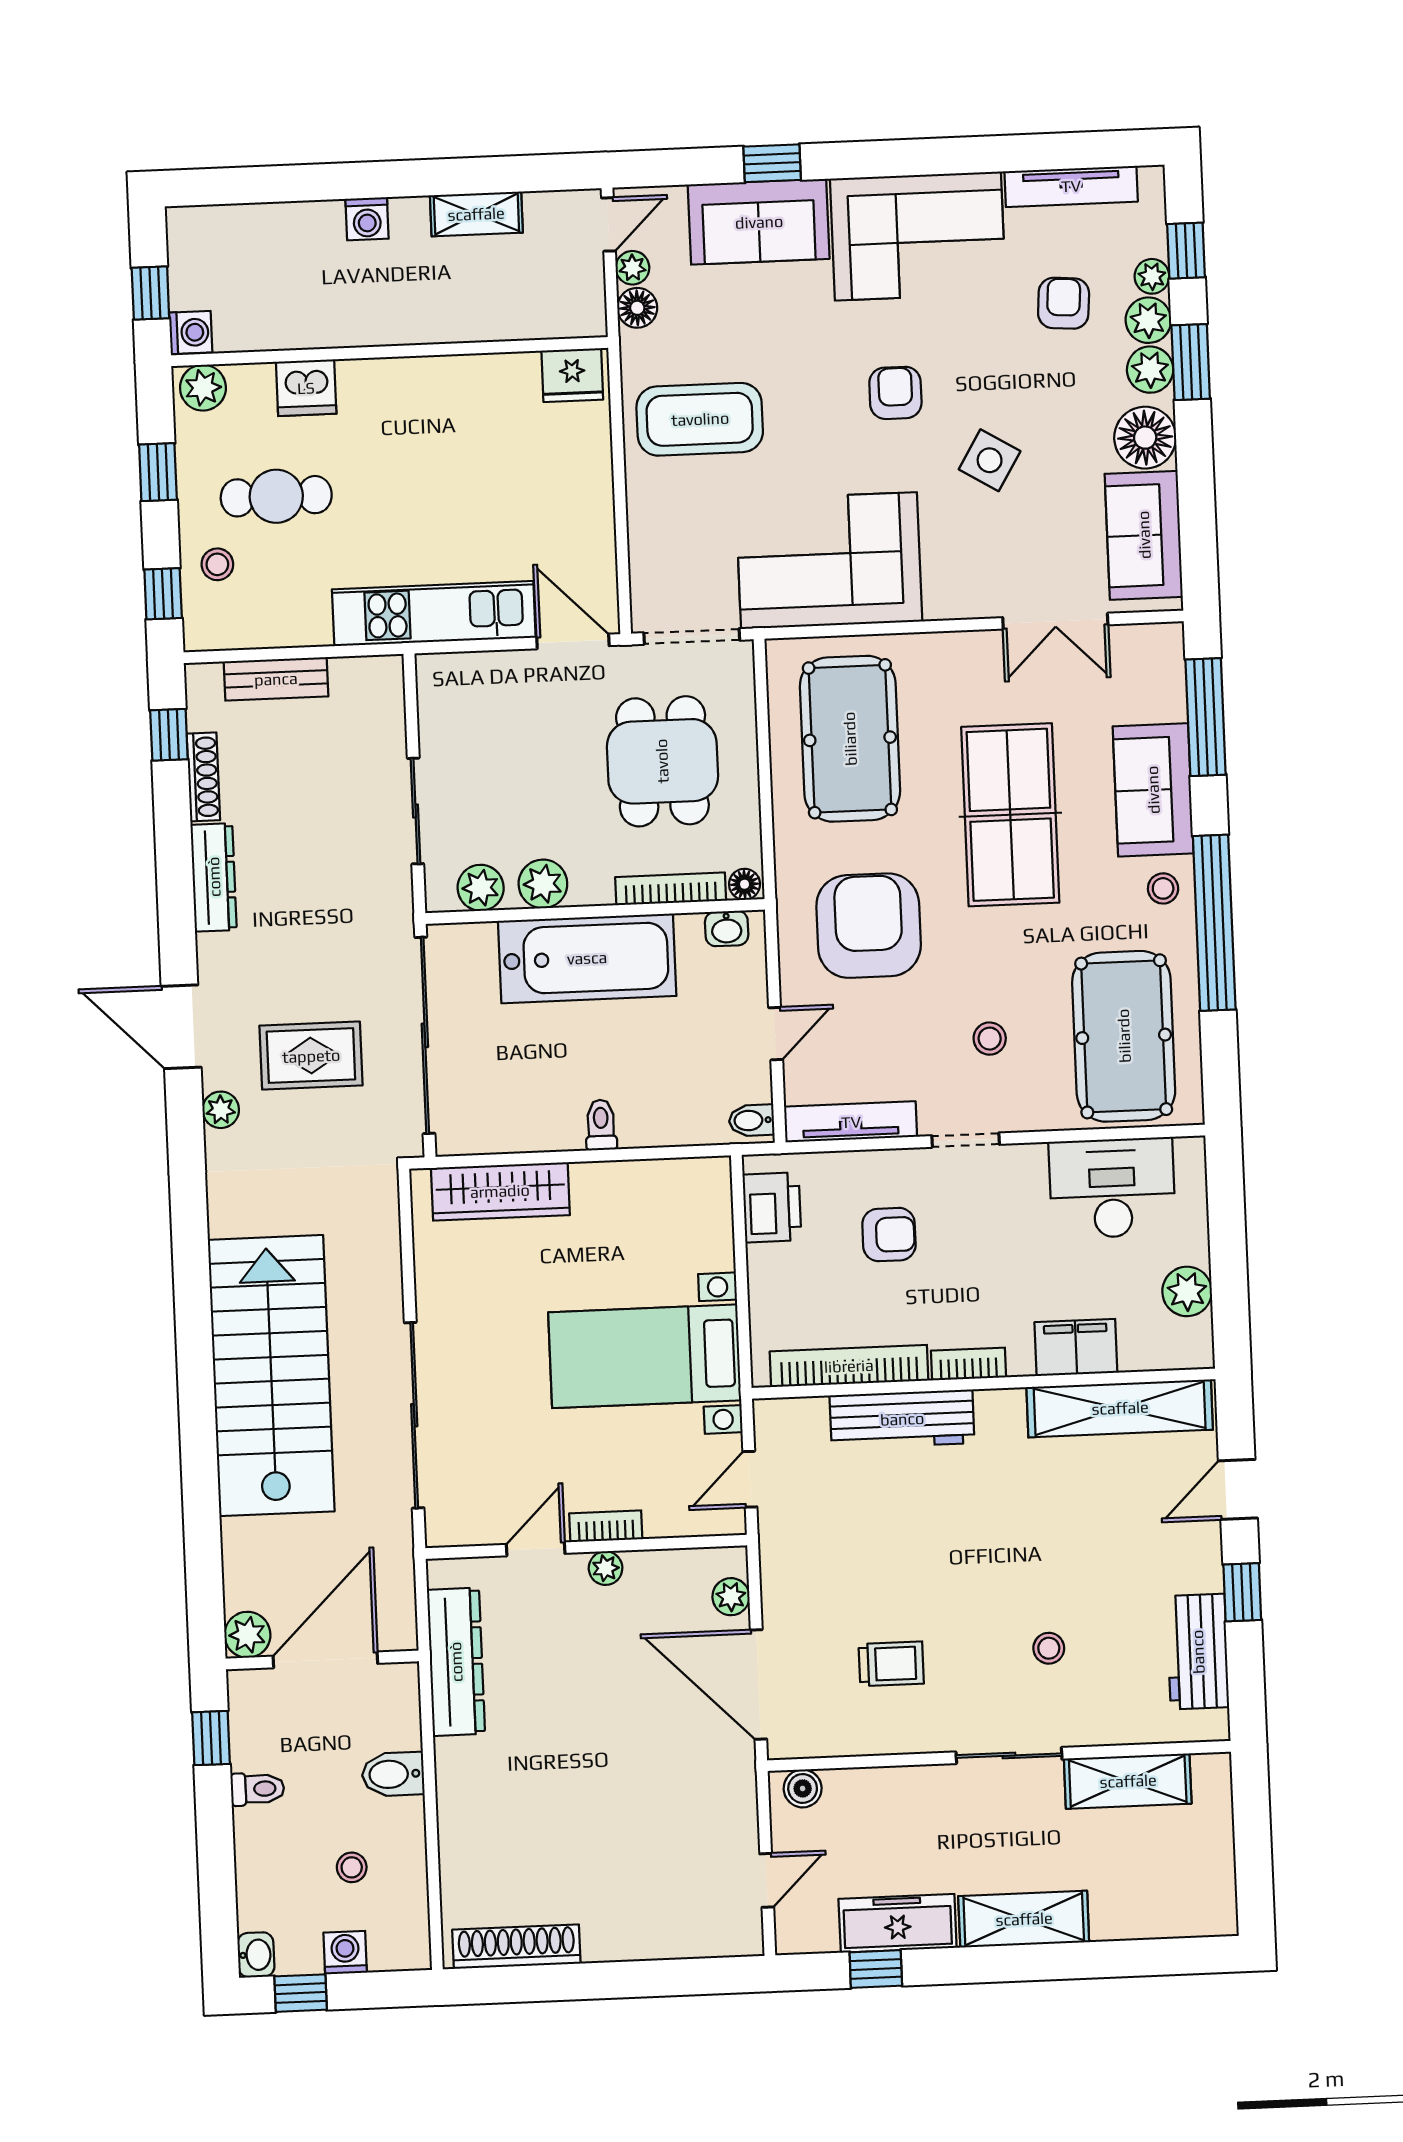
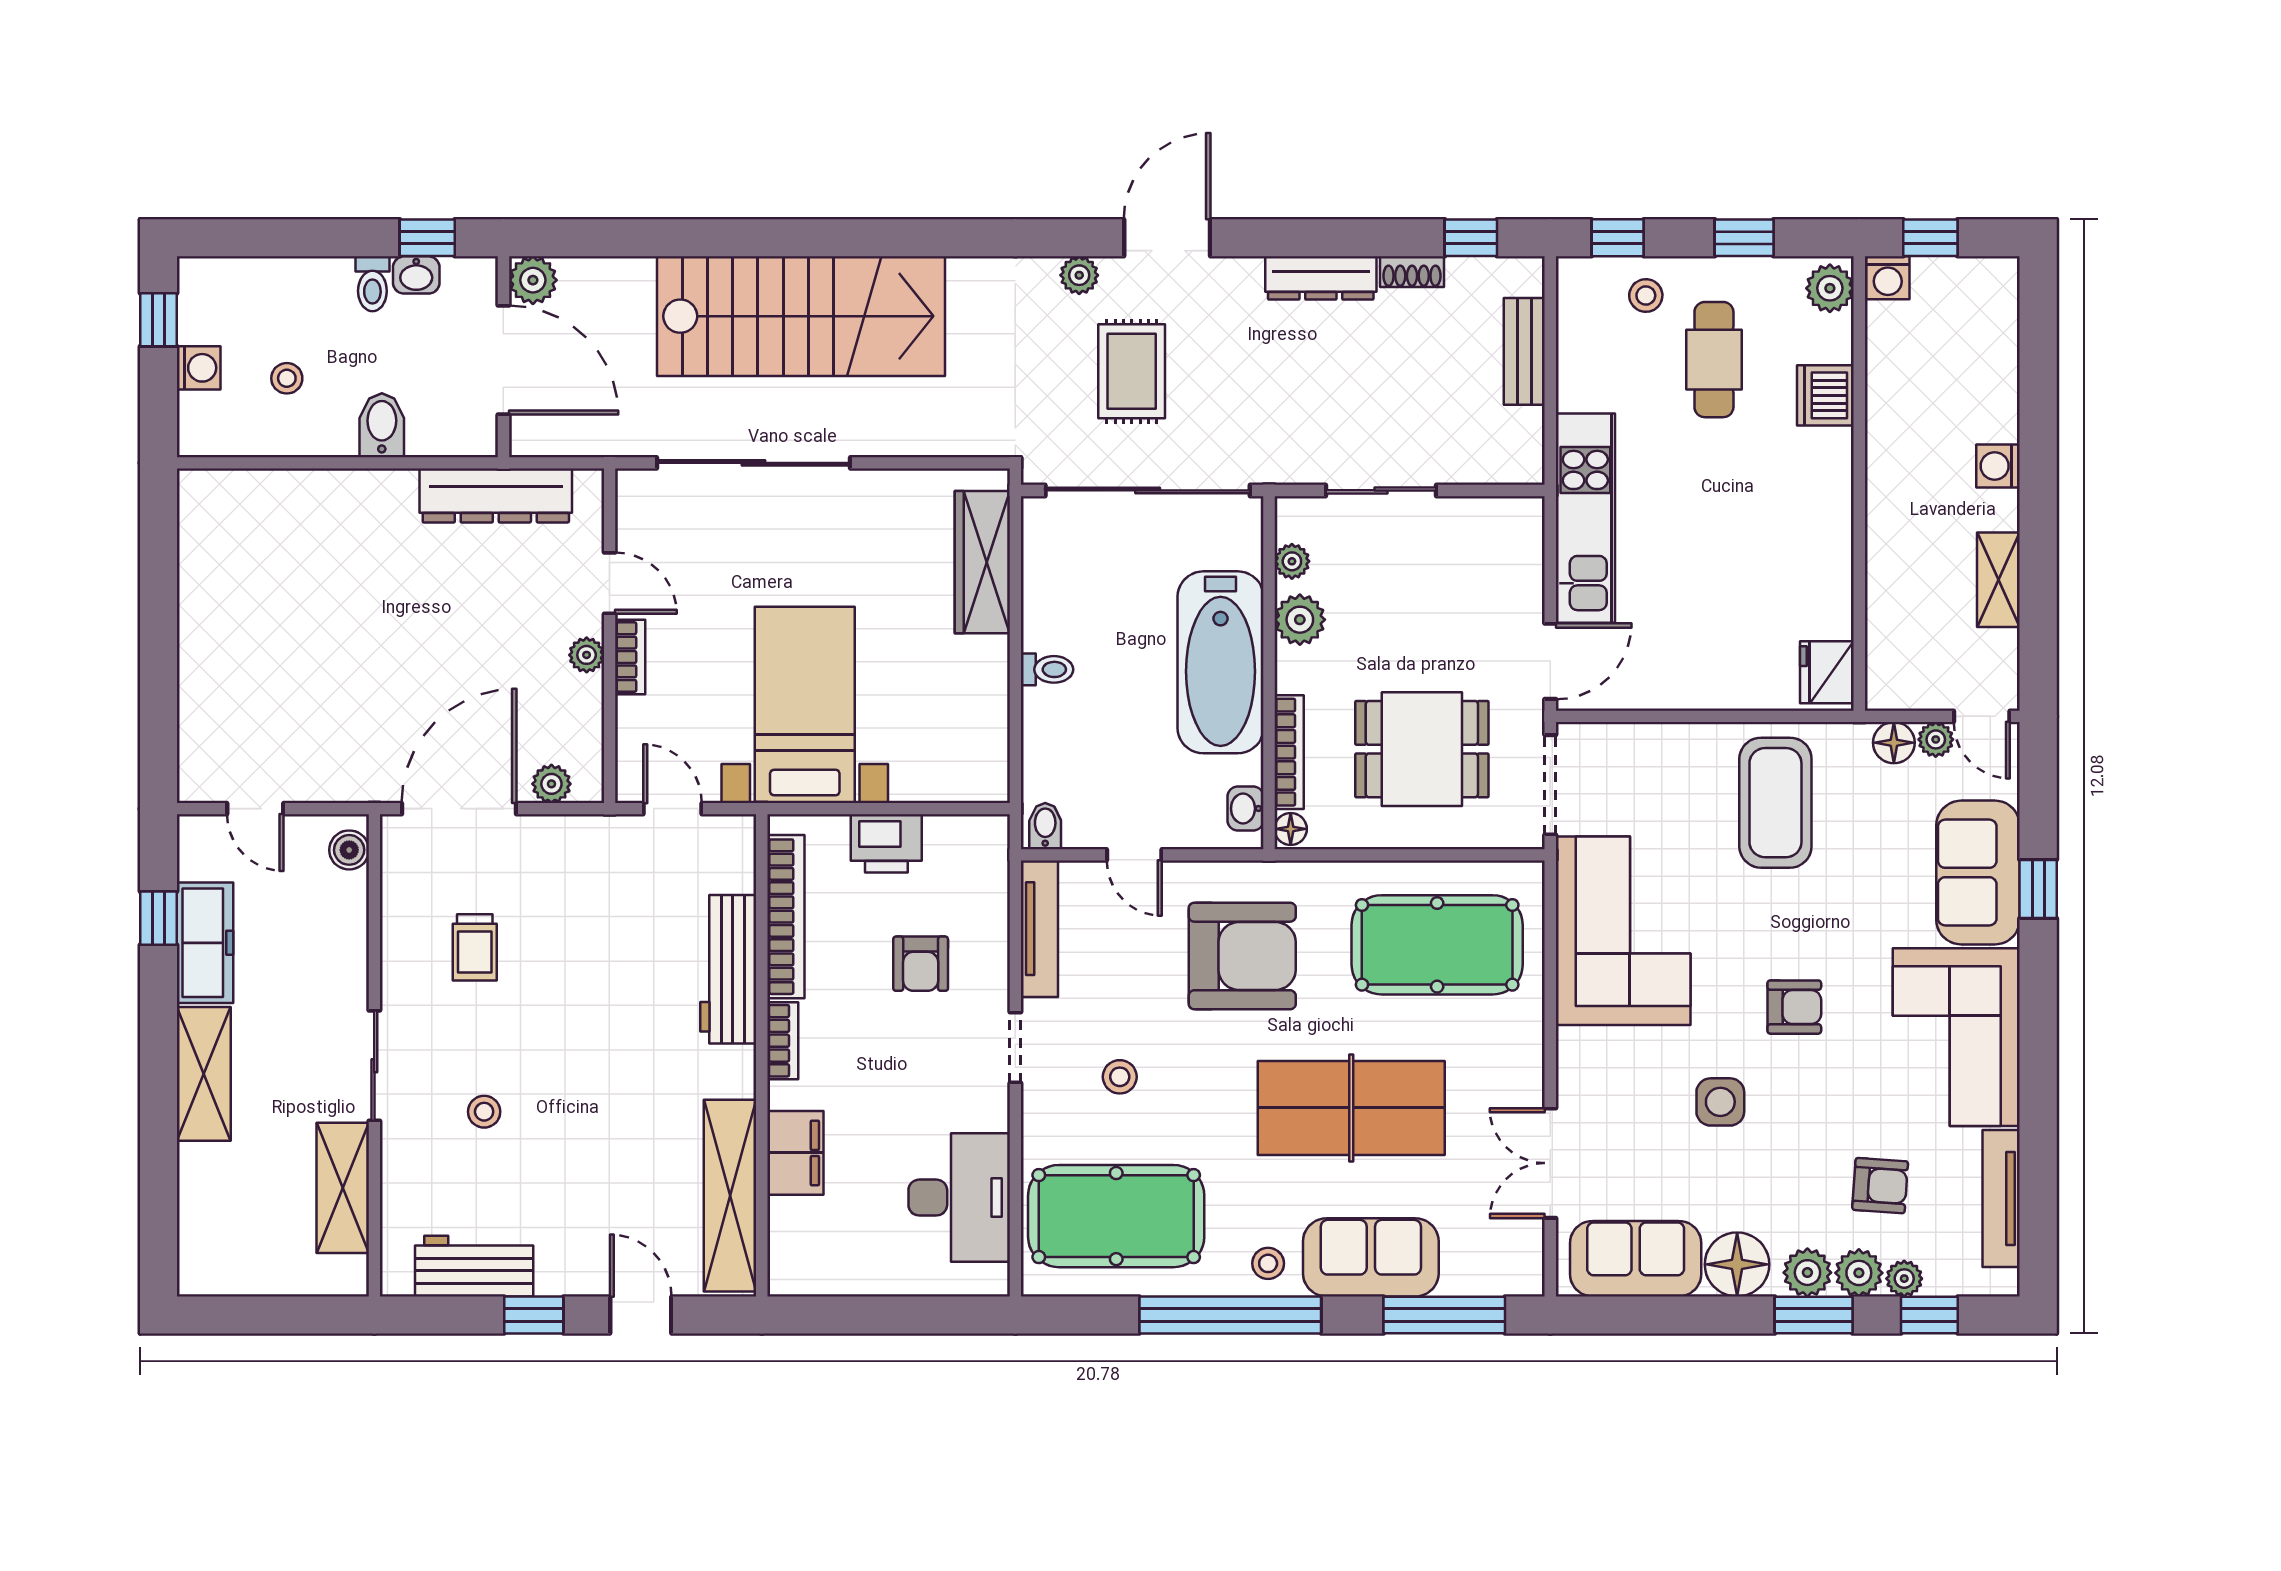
side table: (990, 460) -> (1720, 1102), turned -31
shoe rack: (203, 777) -> (1412, 272), width x0.70
plant: (481, 888) -> (1292, 561), width x0.73, depth x0.73
printer: (772, 1207) -> (886, 843), moved
plant: (1187, 1291) -> (849, 1271), removed
shoe rack: (516, 1947) -> (197, 546), removed
washbasin: (256, 1955) -> (416, 275), moved

